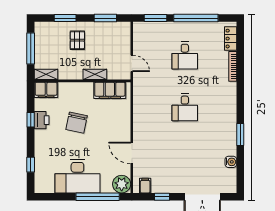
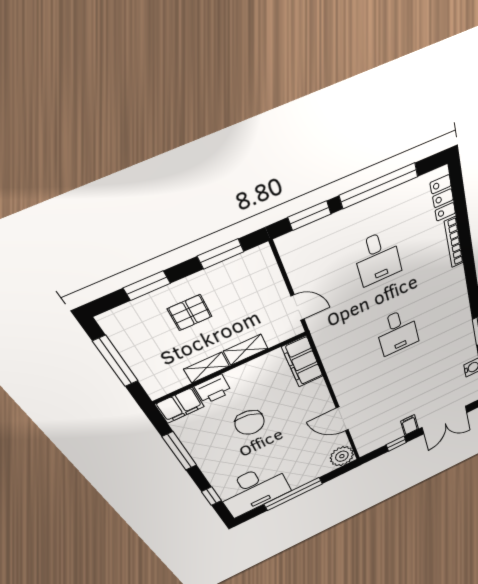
pallet: (77, 40) -> (190, 313), turned 90
shelving: (46, 74) -> (207, 368), moved
filing cabinet: (110, 90) -> (303, 362), moved, turned 90
window: (31, 120) -> (180, 451), width x2.17
printer: (42, 120) -> (213, 389), moved, turned 90
desk: (77, 176) -> (254, 490), moved
filing cabinet: (145, 186) -> (410, 425), moved
window: (98, 197) -> (293, 494), moved

